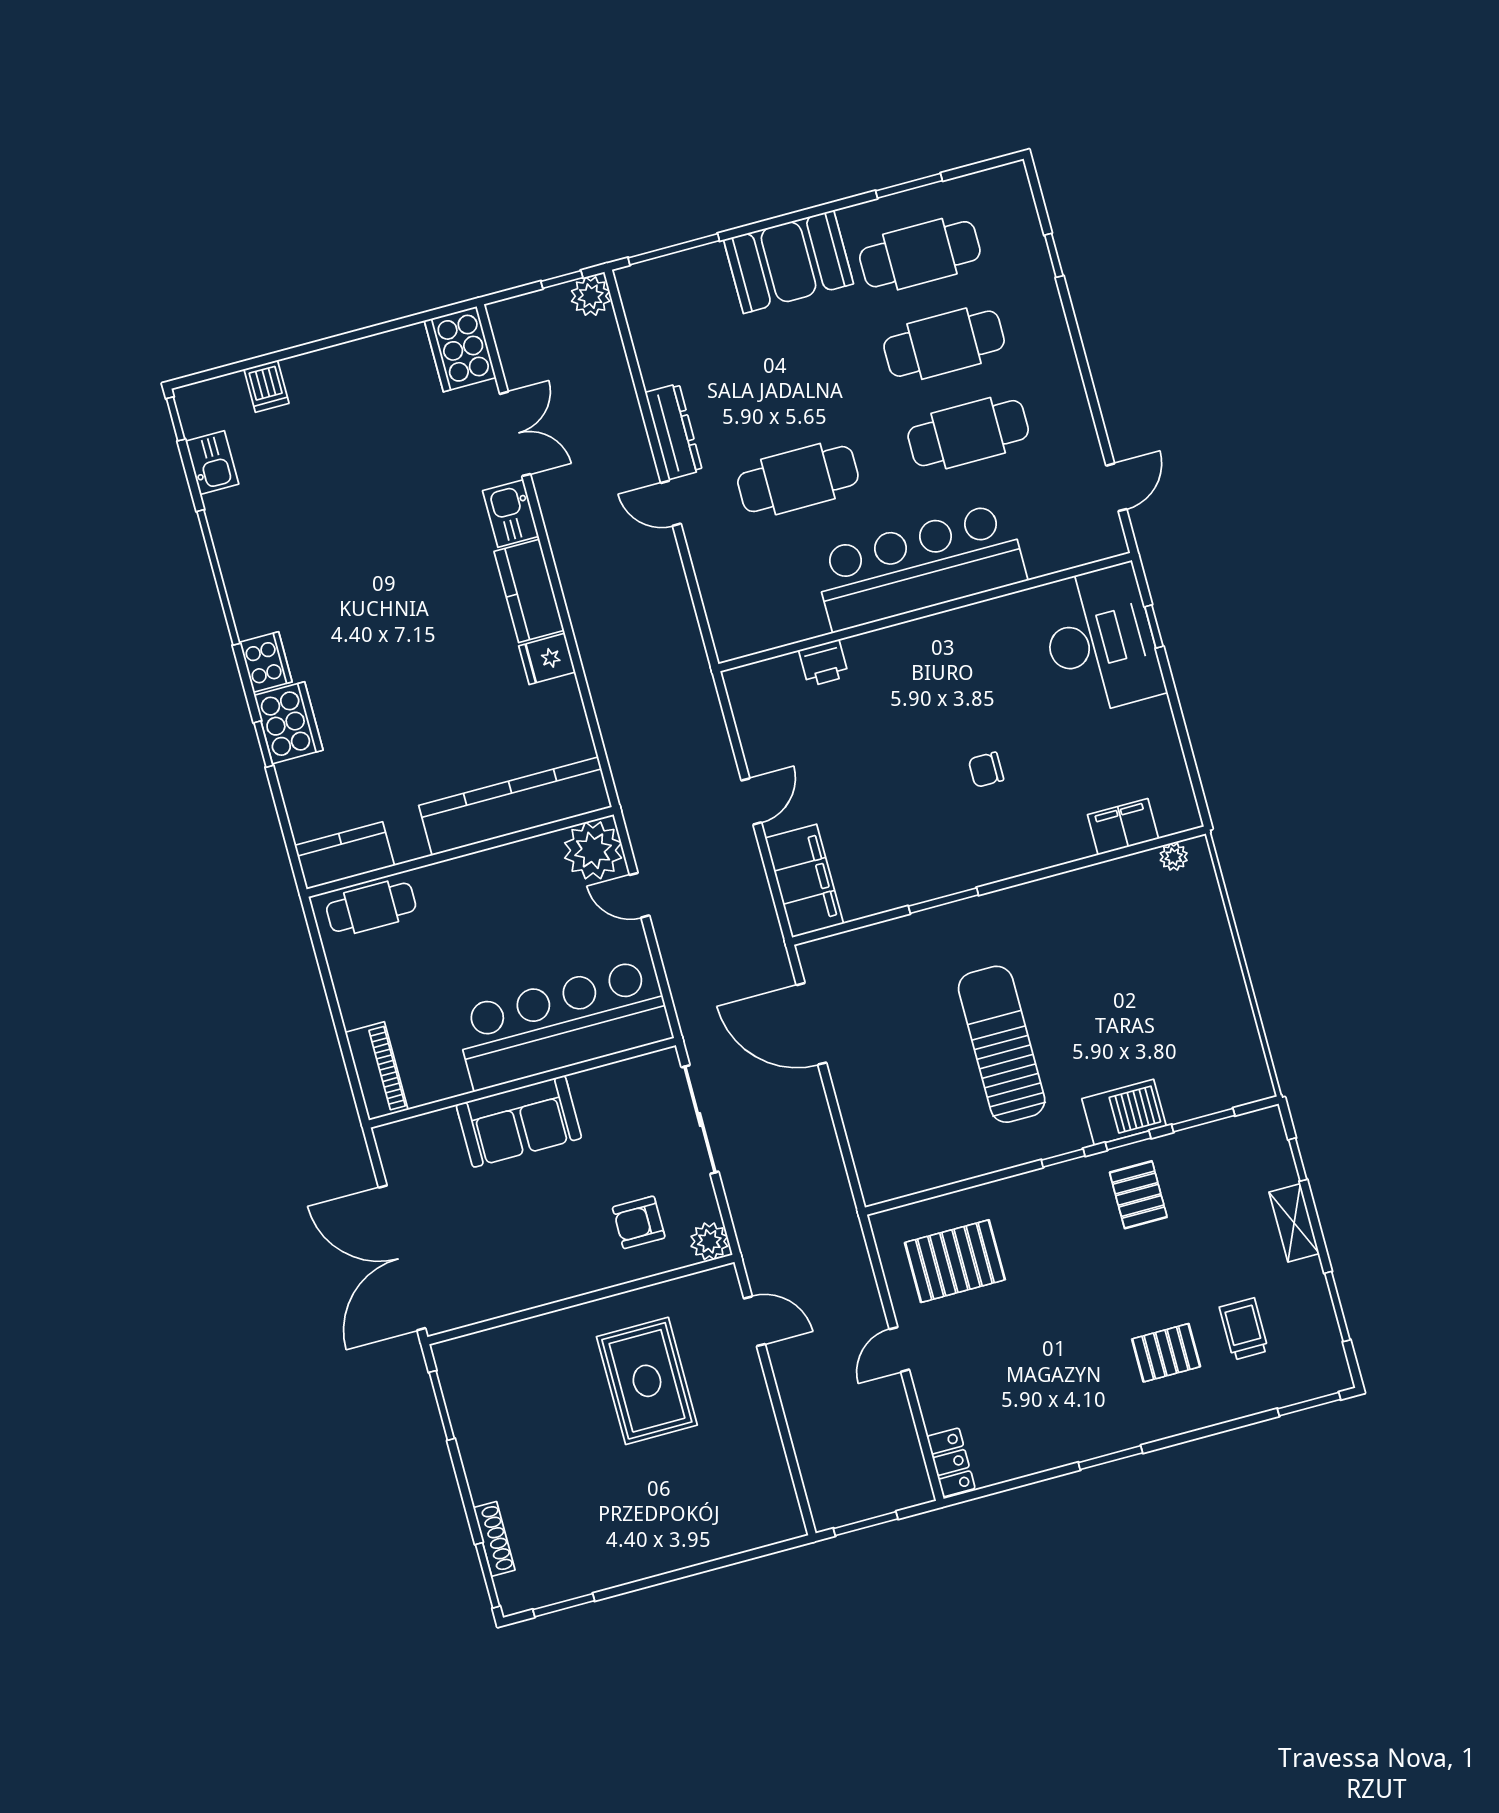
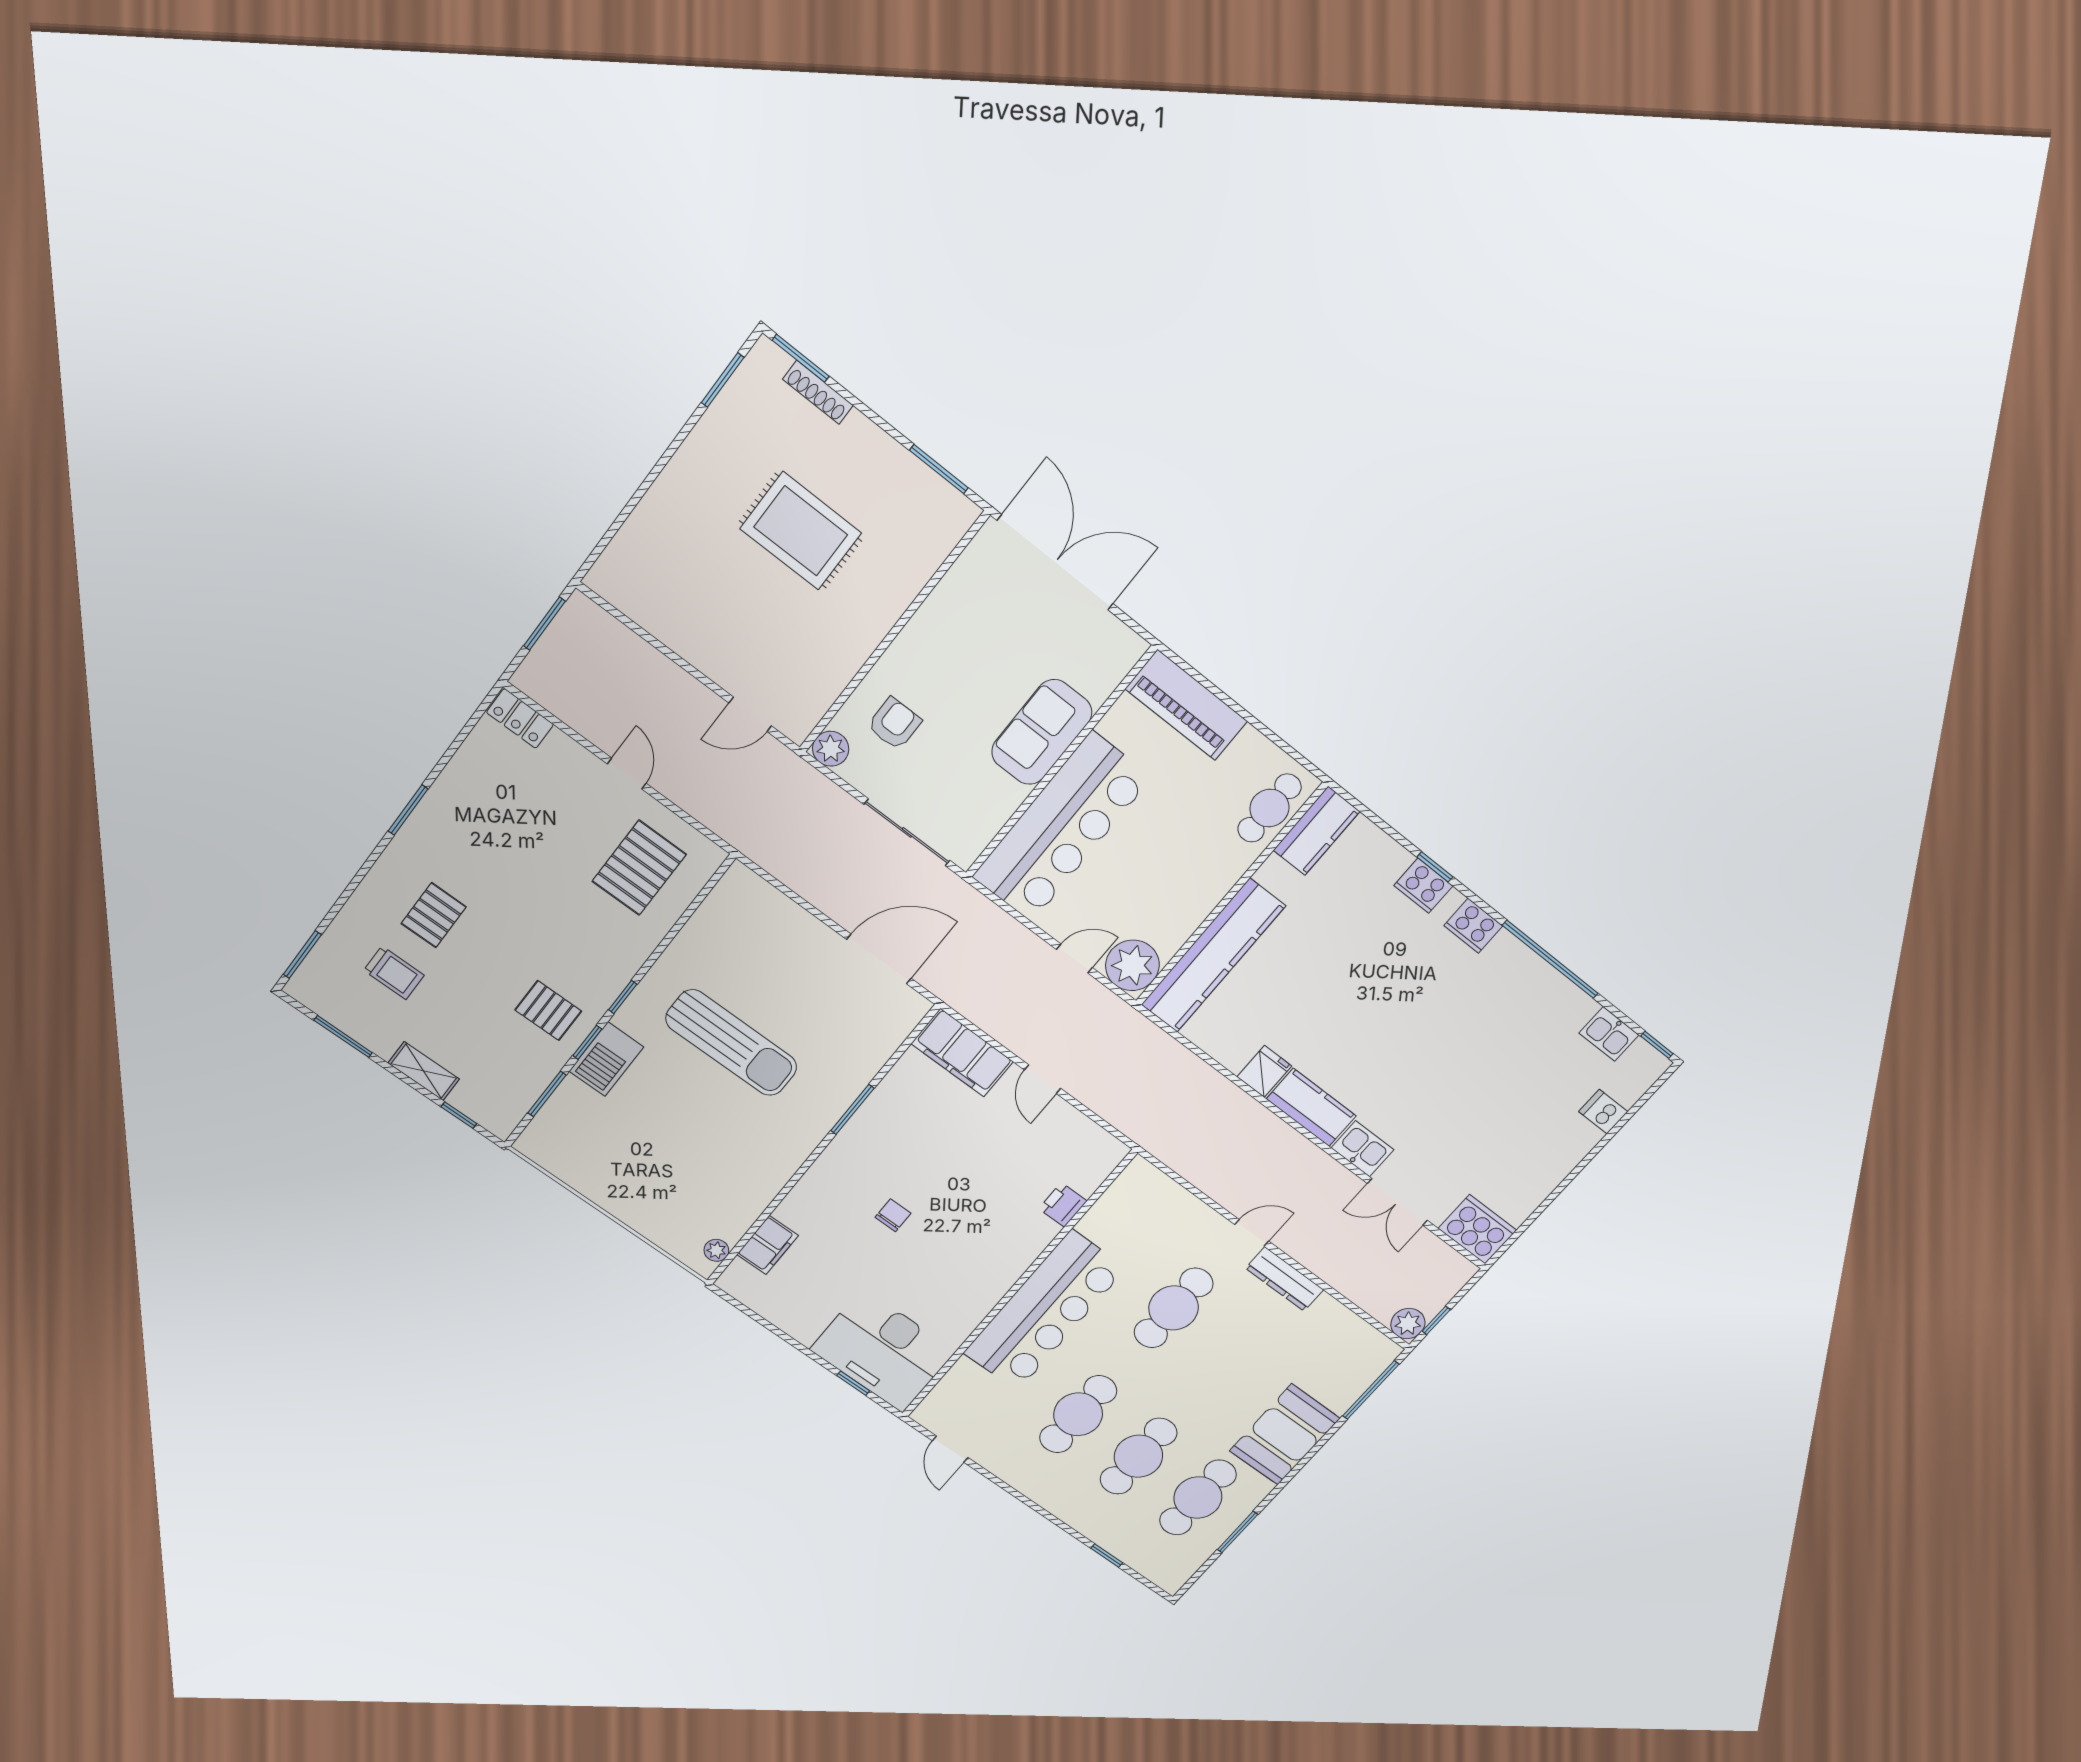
cooker: (289, 723) -> (1423, 886), width x0.73, depth x0.76
piano: (377, 1071) -> (1186, 705), width x1.37, depth x1.33
rug: (647, 1381) -> (801, 531), moved

